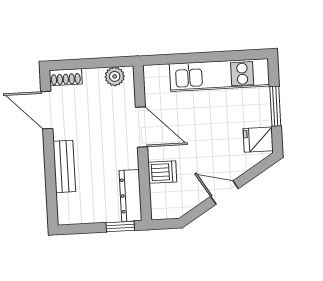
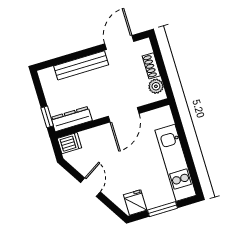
shoe rack: (66, 77) -> (151, 66), moved
bench: (64, 166) -> (81, 65), width x1.36
dishwasher: (162, 172) -> (69, 143), moved, turned -90

